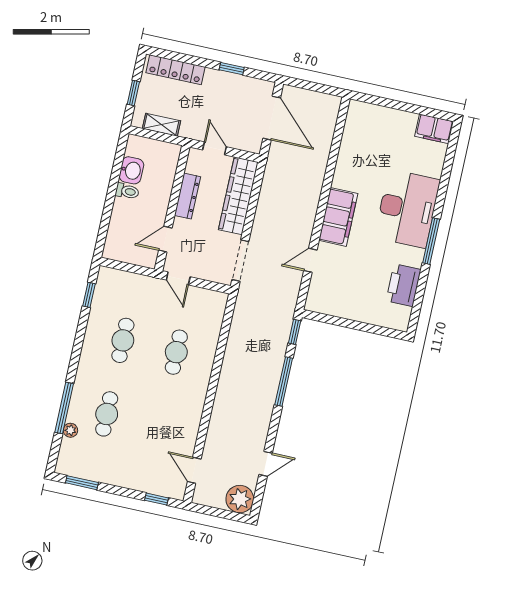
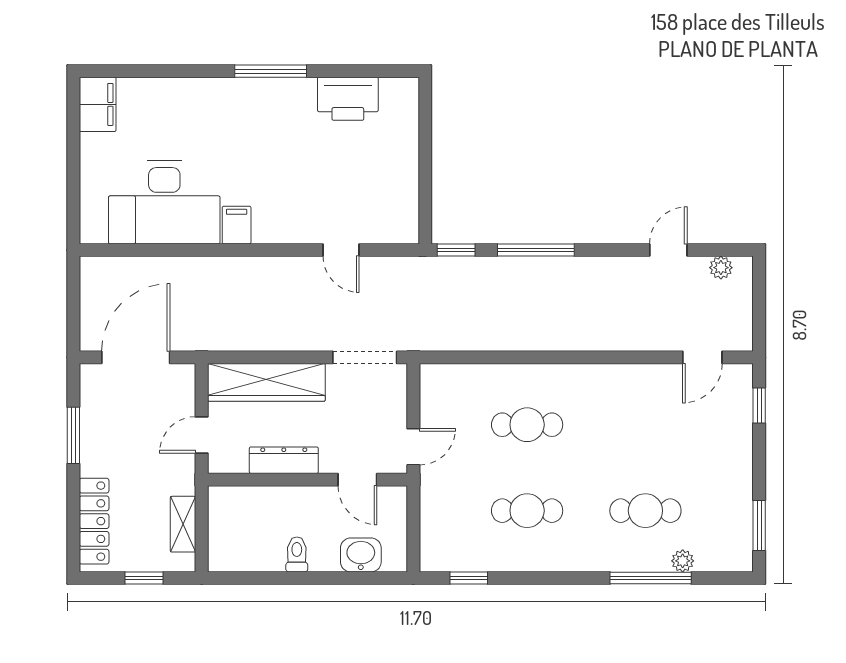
window: (232, 69) -> (73, 435), width x1.50
washbasin: (131, 170) -> (361, 555), moved
desk: (407, 209) -> (164, 202), moved, turned 180
filing cabinet: (338, 217) -> (237, 225), width x0.33, depth x0.86
door: (266, 464) -> (668, 250), hinge flipped
plant: (240, 499) -> (721, 268), width x0.53, depth x0.53

